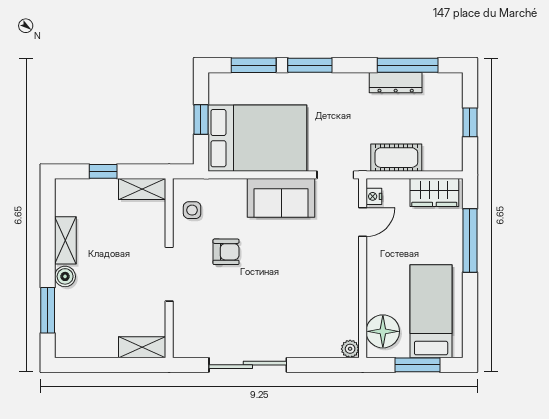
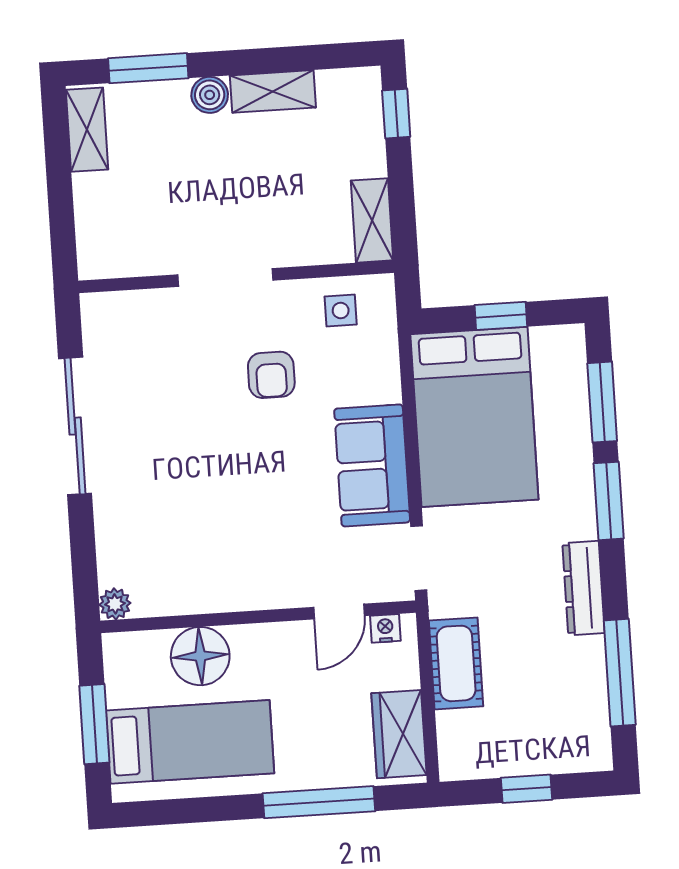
dresser: (396, 83) -> (584, 588), moved
window: (103, 171) -> (396, 114), moved
door: (363, 222) -> (339, 611), hinge flipped
floor lamp: (383, 331) -> (200, 656), moved
shelving: (142, 347) -> (87, 130), moved

